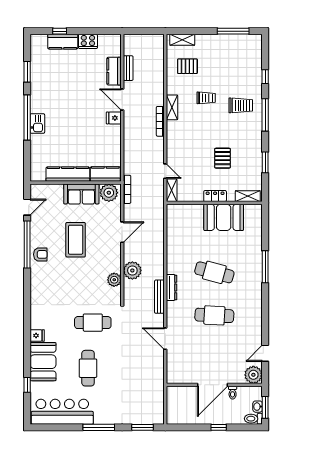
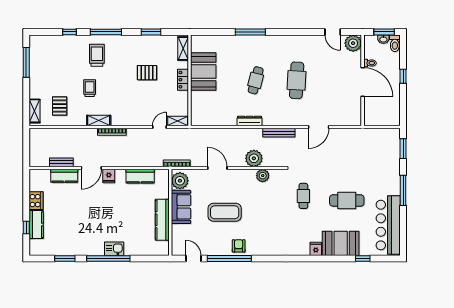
kitchen counter: (105, 174) -> (140, 176), moved, turned -90
cafe table: (214, 272) -> (256, 80), width x0.73, depth x0.74
dresser: (172, 287) -> (249, 121), moved
cafe table: (93, 323) -> (303, 196), width x0.73, depth x0.74

